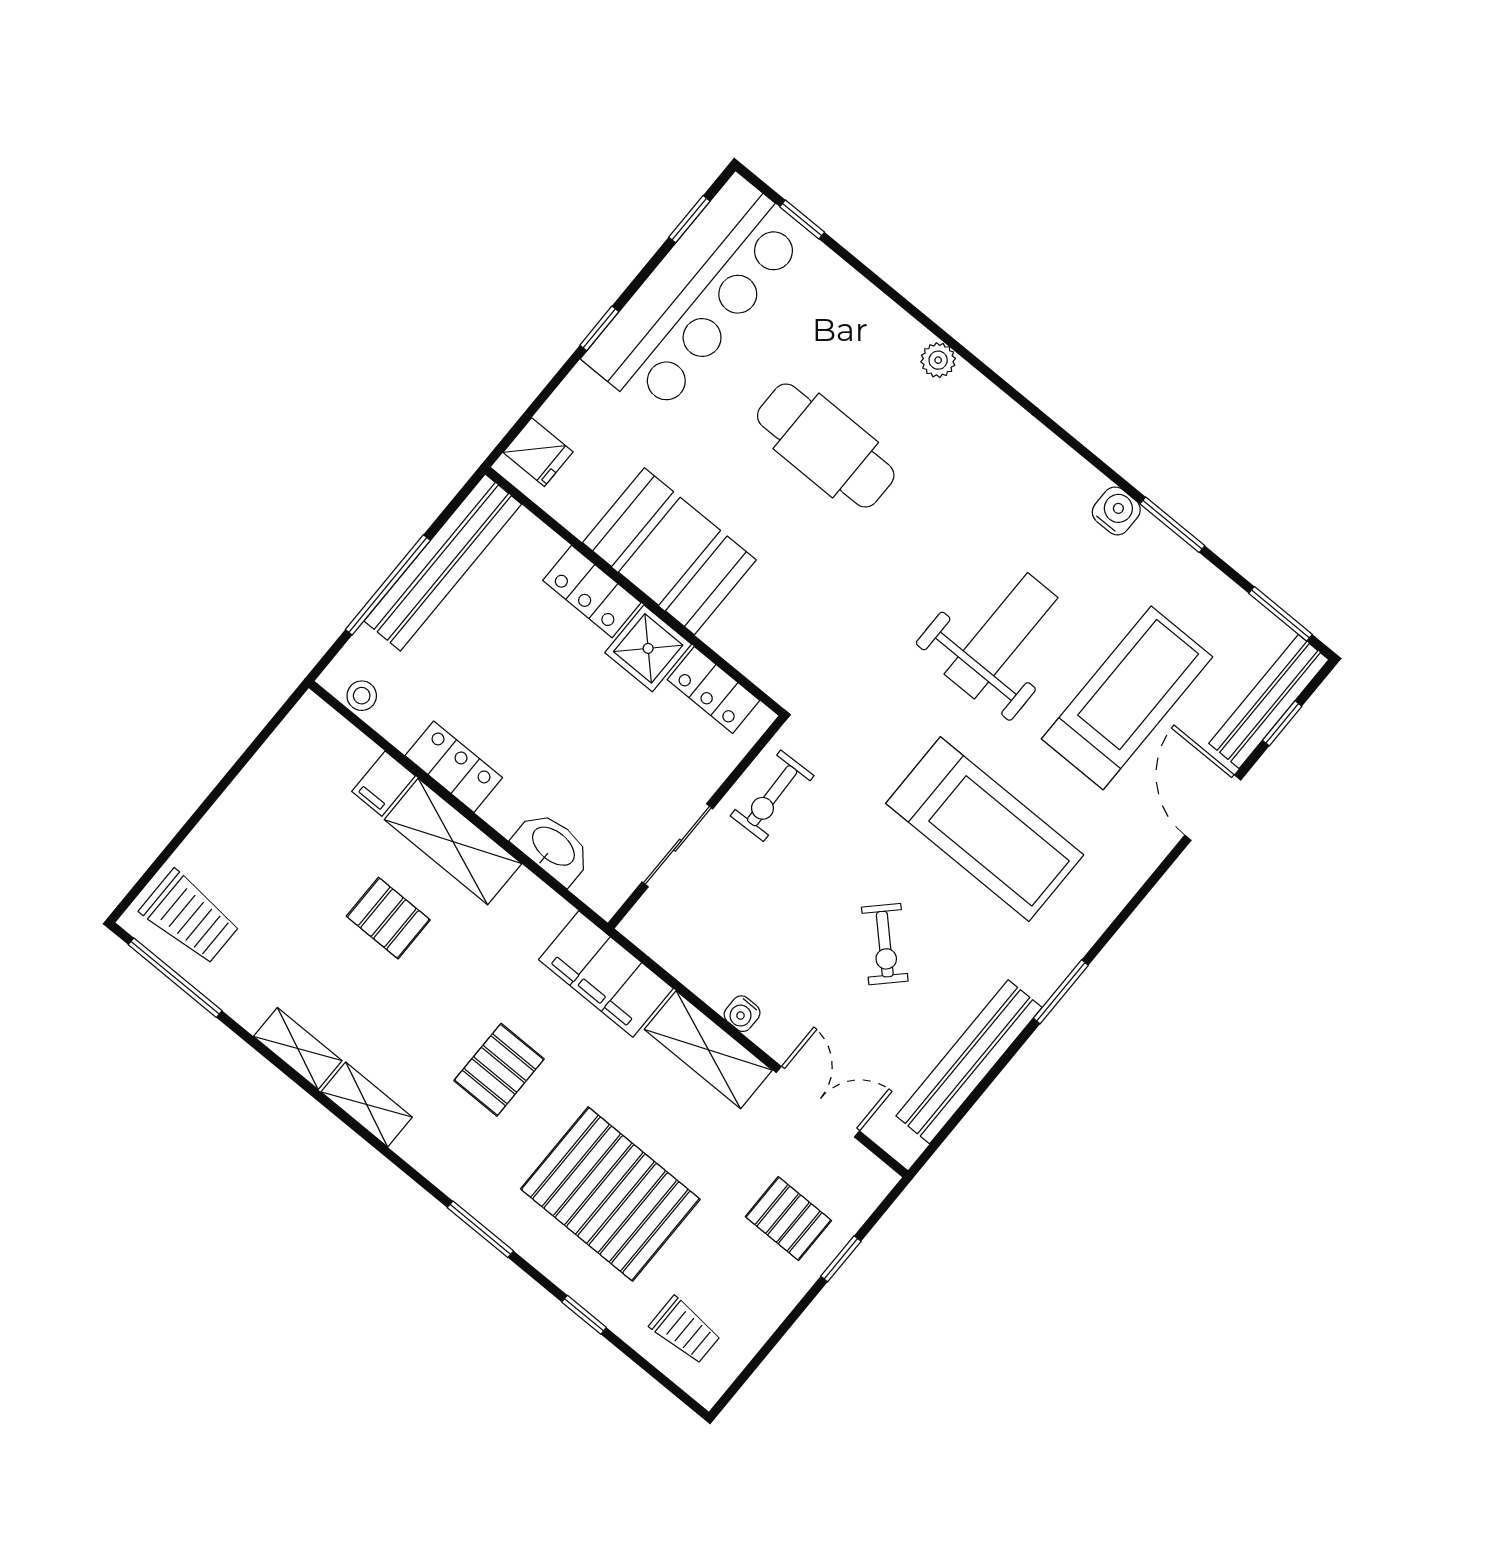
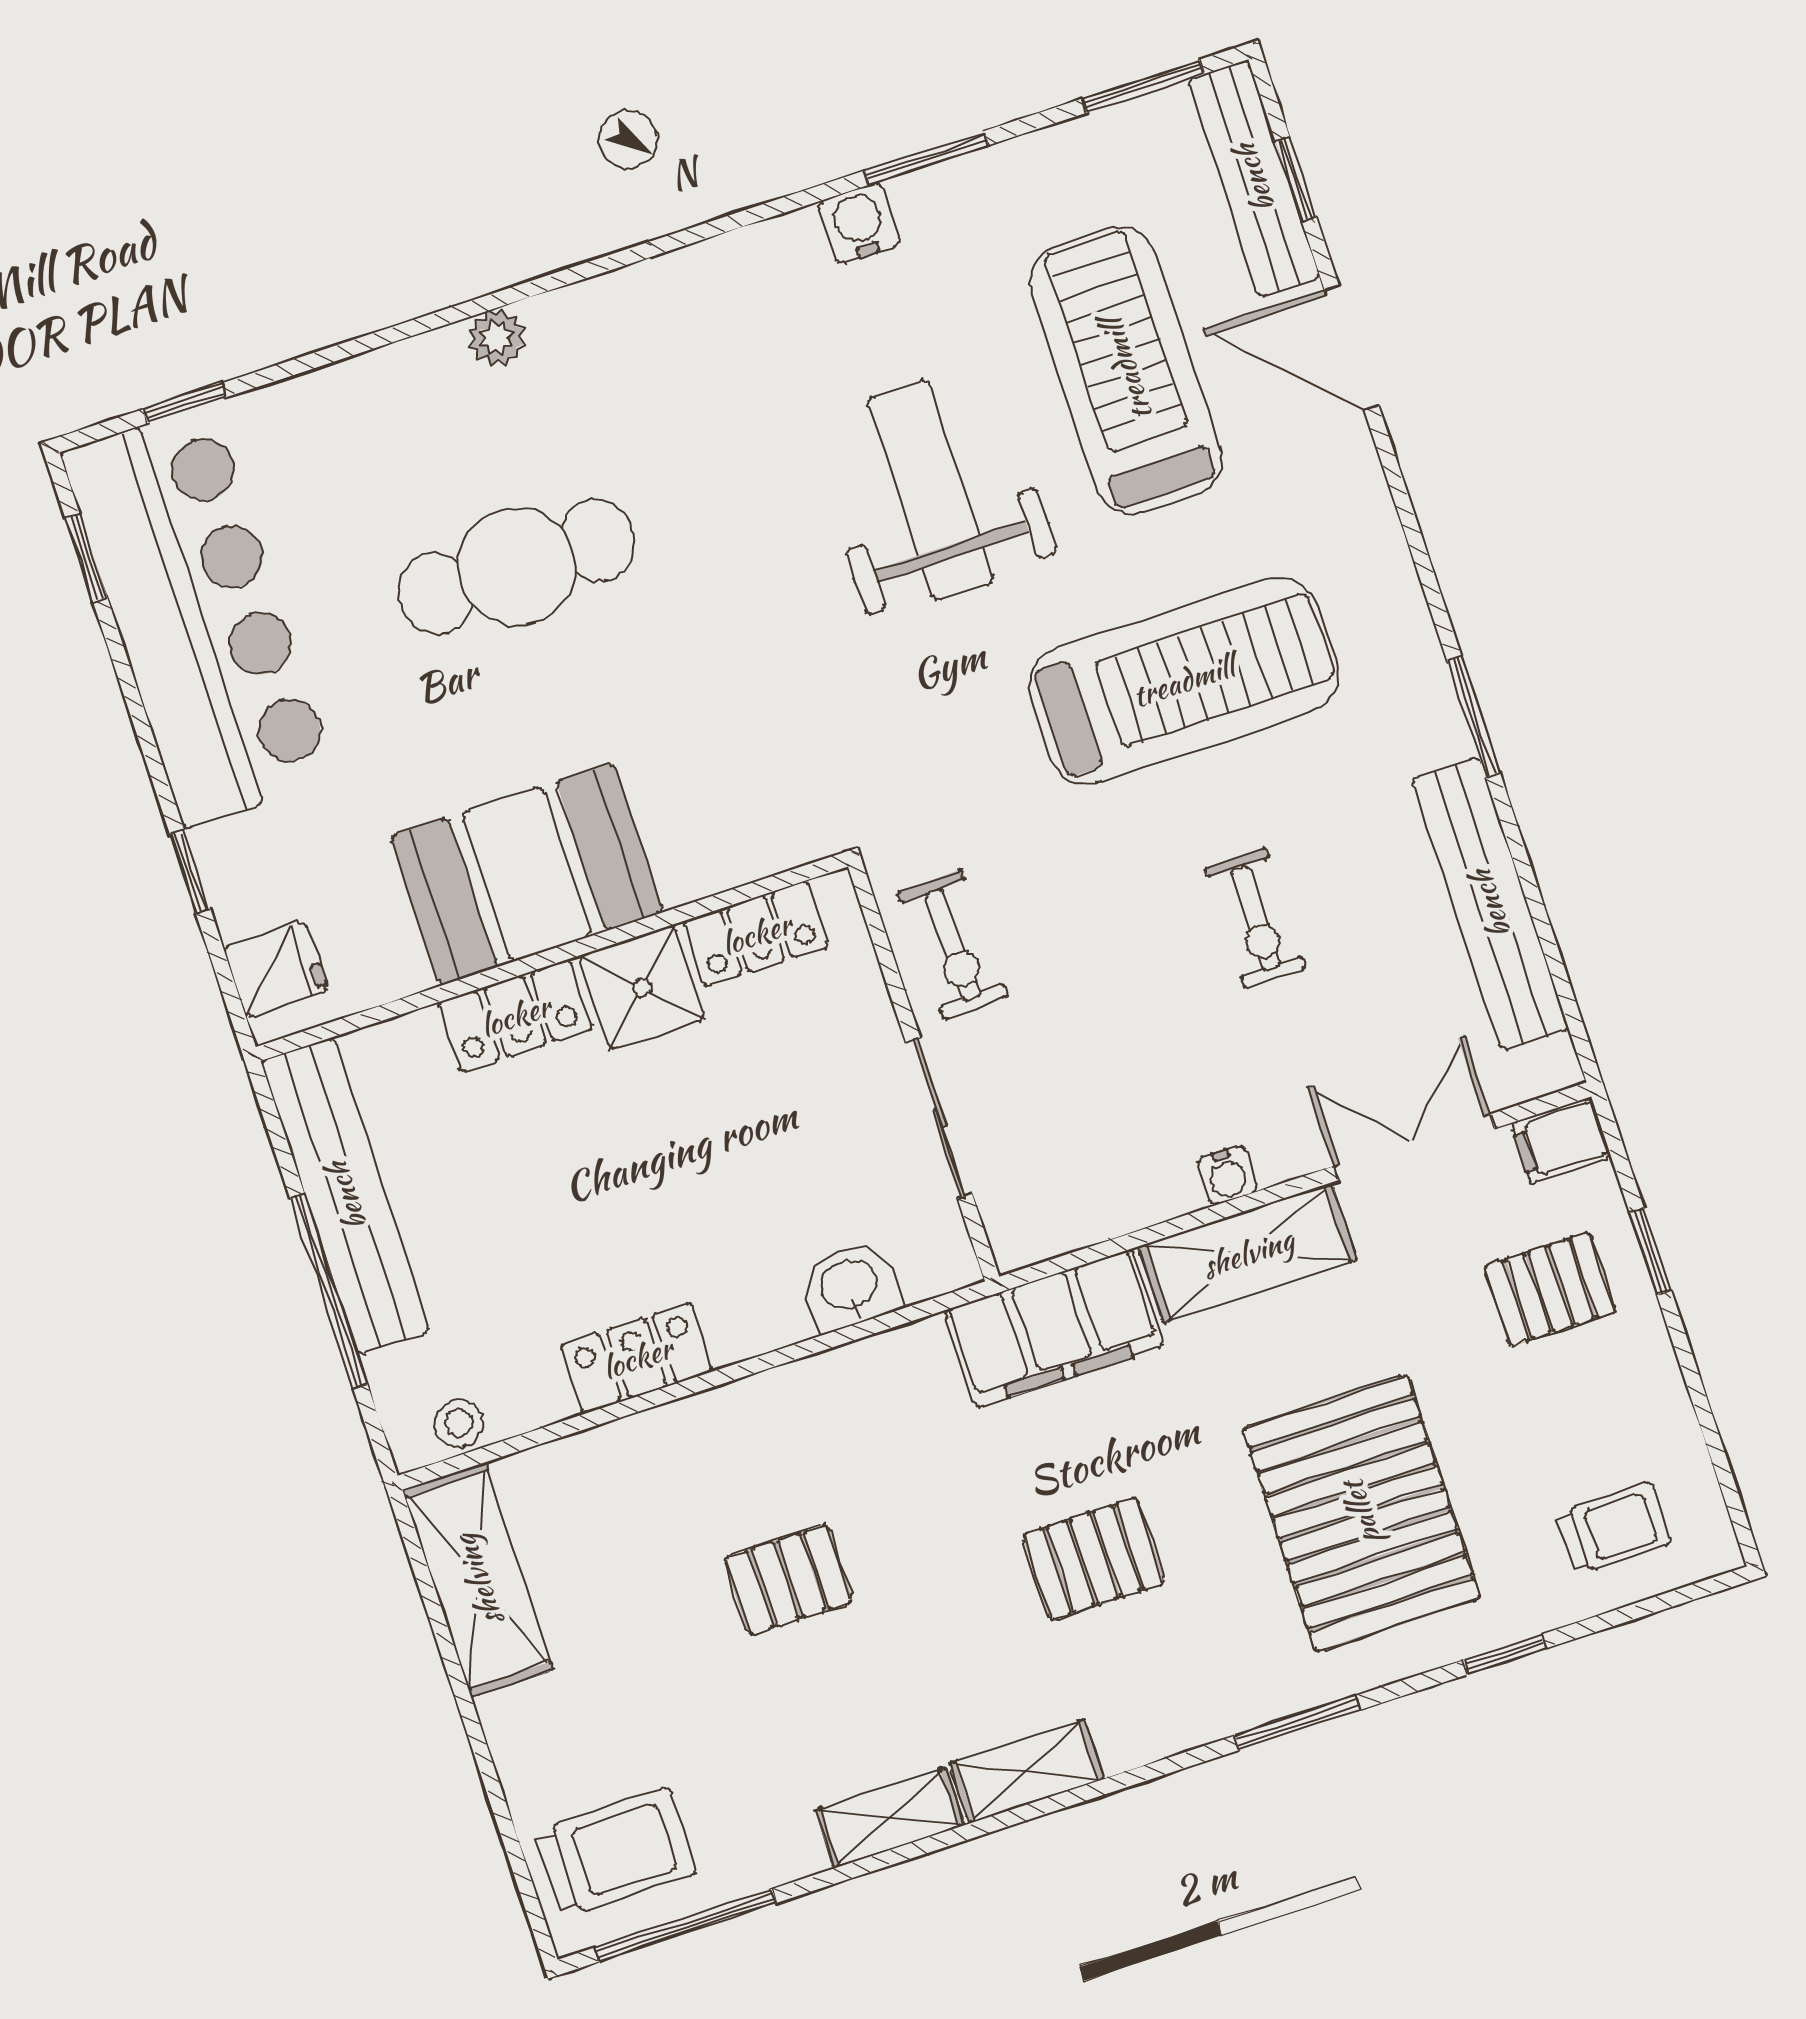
window: (599, 328) -> (190, 871), moved
filing cabinet: (384, 784) -> (1561, 1140), moved, turned 90
shelving: (453, 842) -> (478, 1580), moved, turned 90
washbasin: (553, 847) -> (850, 1287), width x0.72
exercise bike: (885, 944) -> (1255, 918), turned 45
pallet: (499, 1070) -> (1093, 1559), turned 90
pallet: (610, 1194) -> (1361, 1513), turned 90

